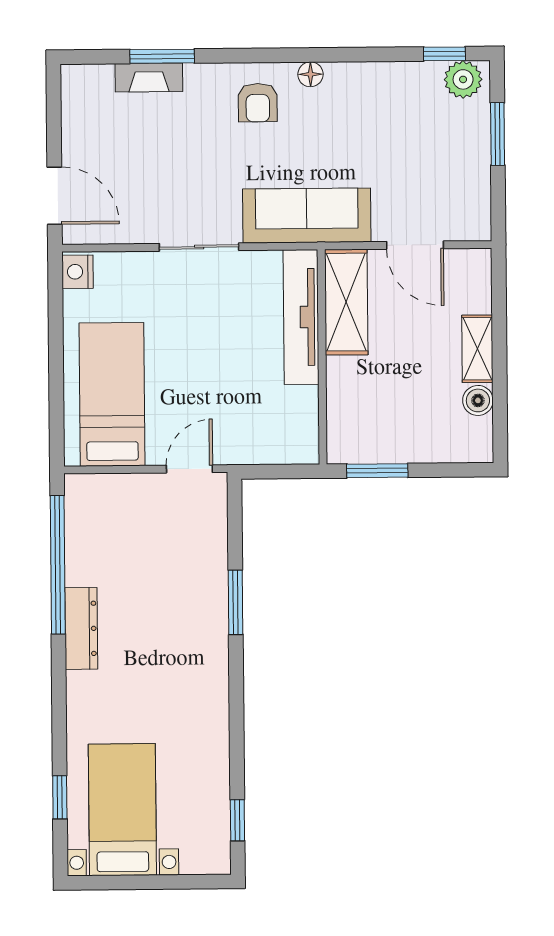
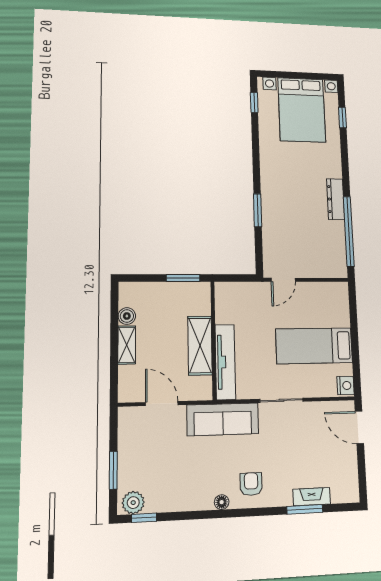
shelving: (346, 302) -> (200, 345), moved
bed: (112, 394) -> (314, 346), moved, turned 90
bed with nightstands: (122, 810) -> (302, 110), width x1.36

